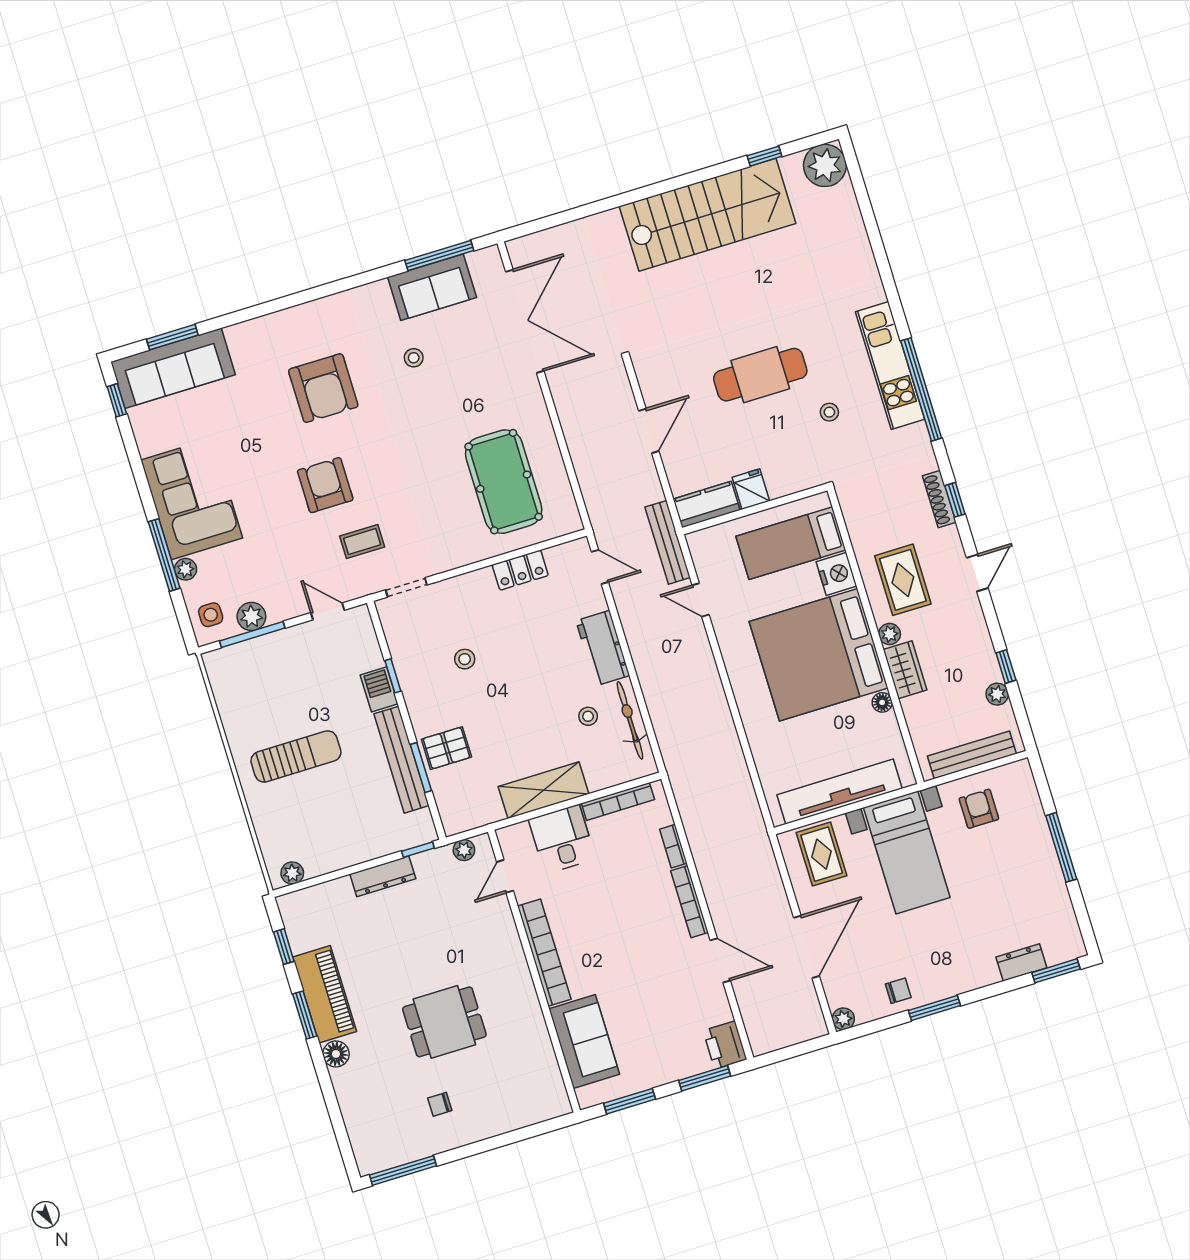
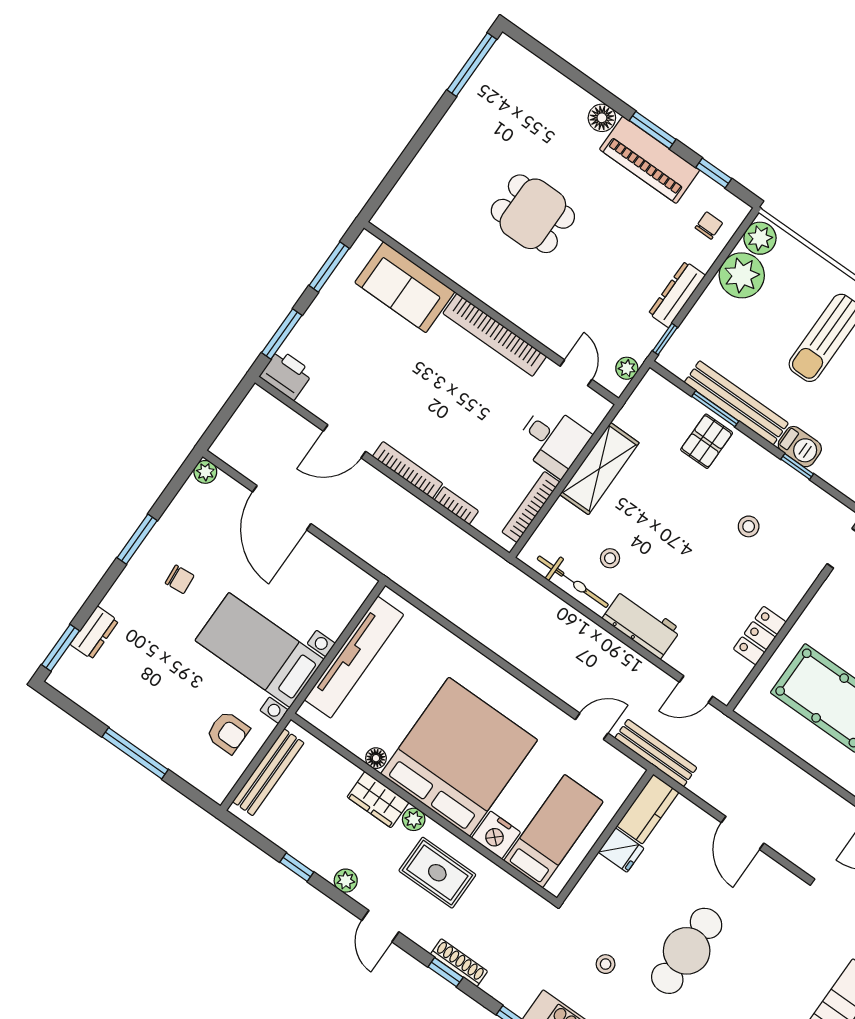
plant: (997, 694) -> (346, 881), moved
plant: (323, 853) -> (742, 275), added
rug: (822, 854) -> (329, 594), removed
plant: (292, 873) -> (760, 238), width x1.38, depth x1.38
chair: (898, 991) -> (180, 579), moved, turned -95
dining table: (444, 1022) -> (533, 214), turned 90
chair: (440, 1104) -> (709, 225), moved

